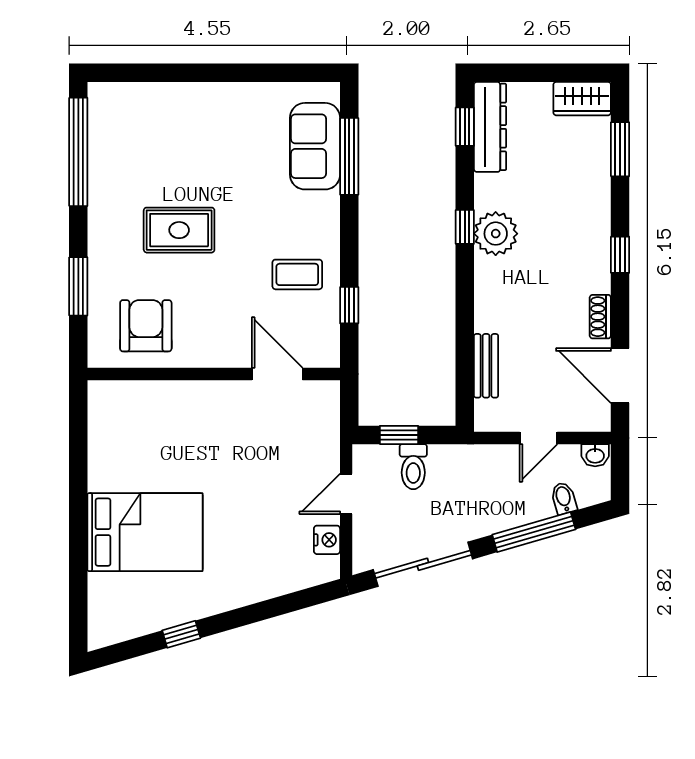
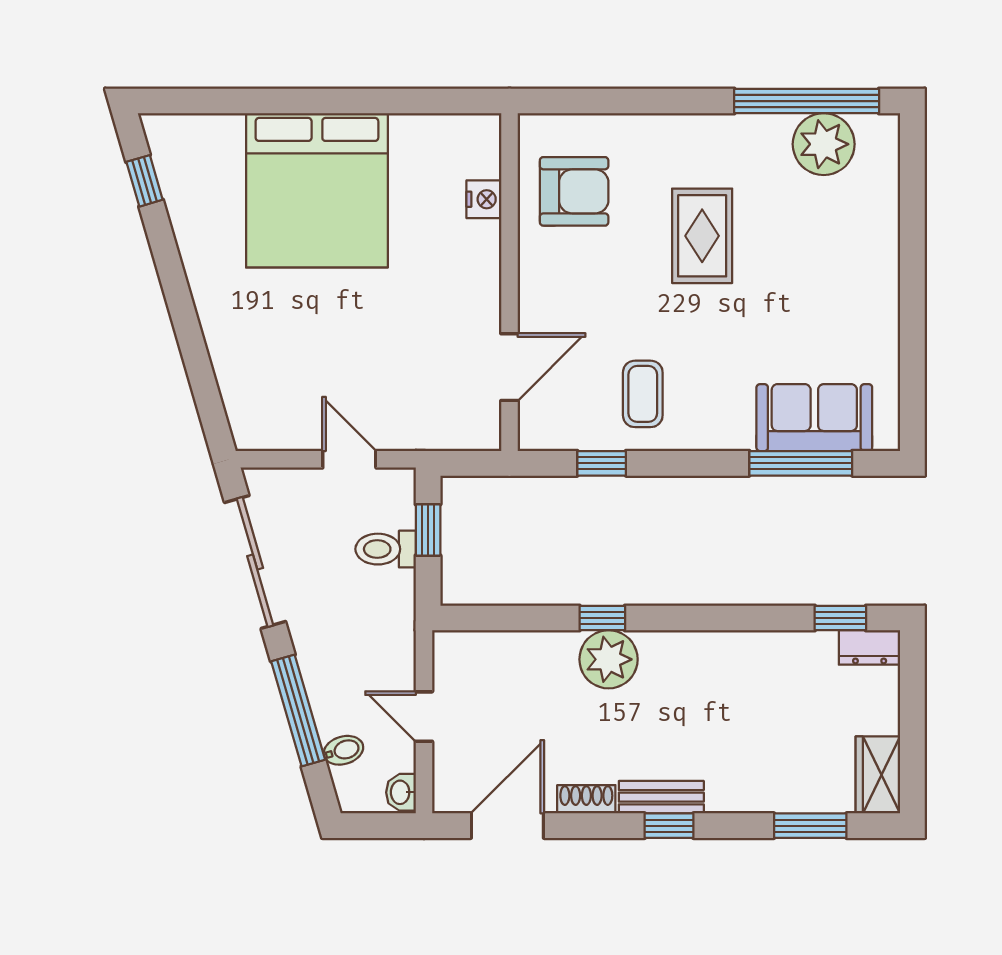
dresser: (490, 127) -> (870, 647), width x0.51, depth x0.80
plant: (111, 139) -> (824, 144), added
window: (465, 227) -> (602, 618), moved
plant: (496, 234) -> (609, 659), moved
window: (78, 286) -> (627, 101), removed
bench: (486, 366) -> (661, 797), moved
bed: (145, 532) -> (317, 190), width x1.36
nightstand: (327, 540) -> (484, 199), moved, turned -90
window: (181, 634) -> (145, 181), moved

